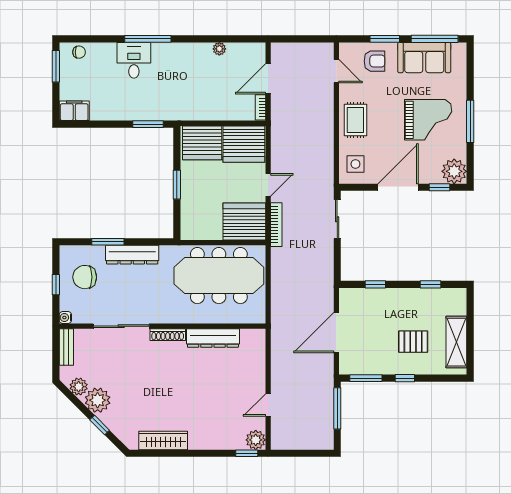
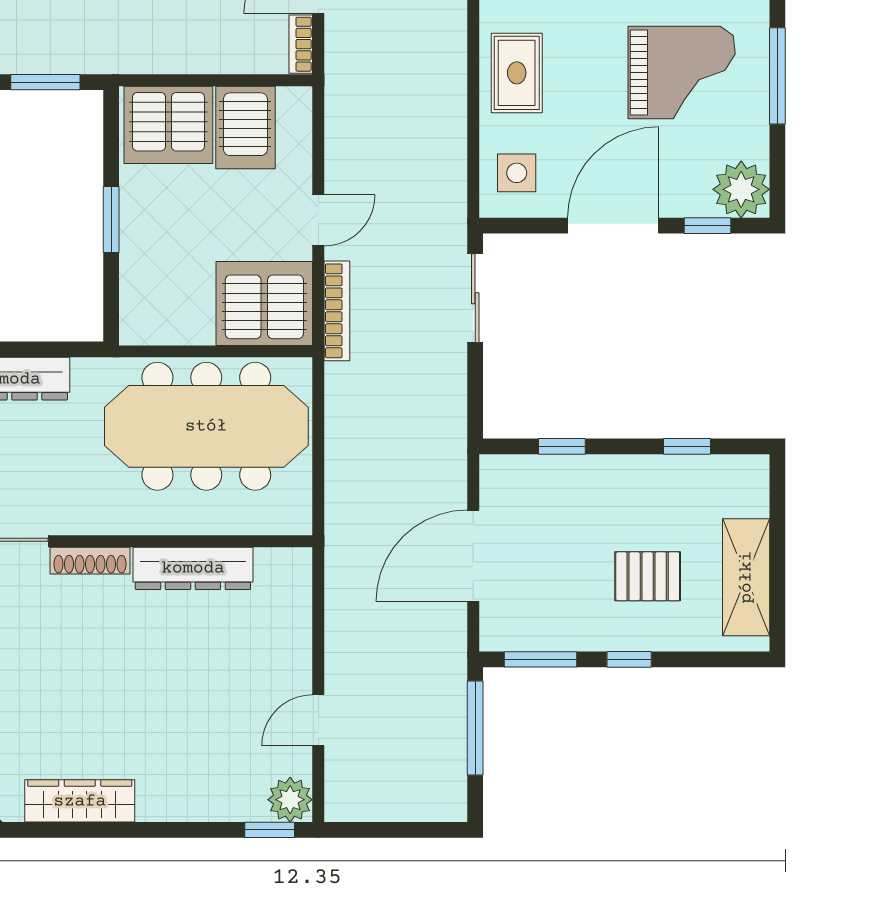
server rack: (244, 144) -> (245, 128), width x0.63

